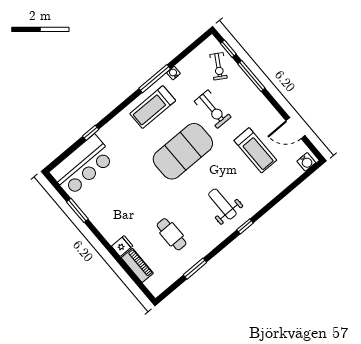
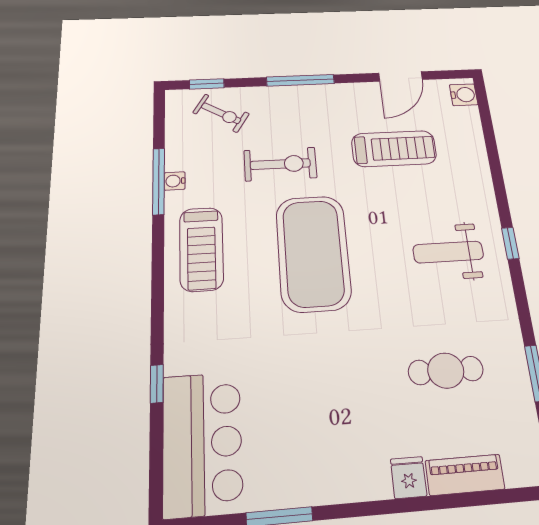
window: (251, 76) -> (300, 80), moved
window: (155, 79) -> (159, 181), moved

